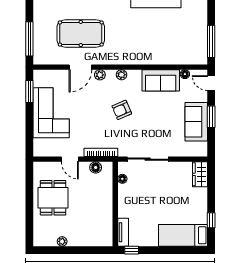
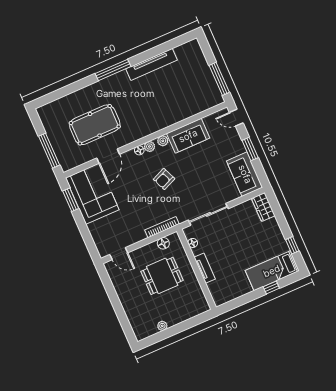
floor lamp: (185, 74) -> (139, 150), moved
plant: (100, 75) -> (163, 141), moved
corner sofa: (51, 113) -> (92, 194), moved
sofa: (196, 122) -> (245, 174), moved
door: (70, 159) -> (119, 254), moved
dining table: (53, 198) -> (162, 276), moved, turned 90
tv unit: (123, 232) -> (205, 268), moved
window: (132, 250) -> (271, 287), moved

